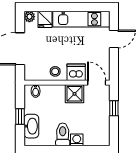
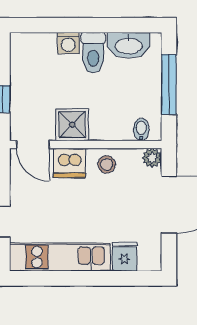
plant: (29, 17) -> (152, 158), moved
window: (20, 117) -> (169, 84), width x2.17
washbasin: (31, 126) -> (129, 45), moved, turned -90

